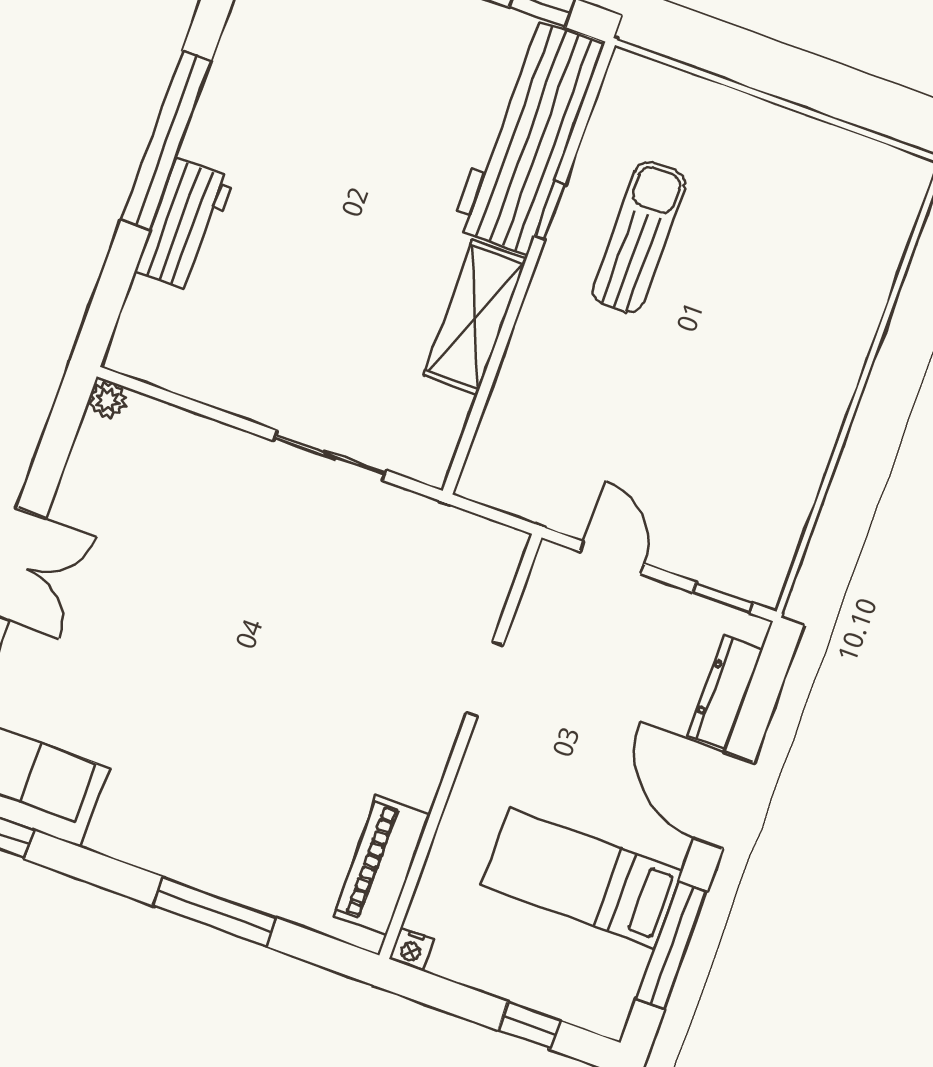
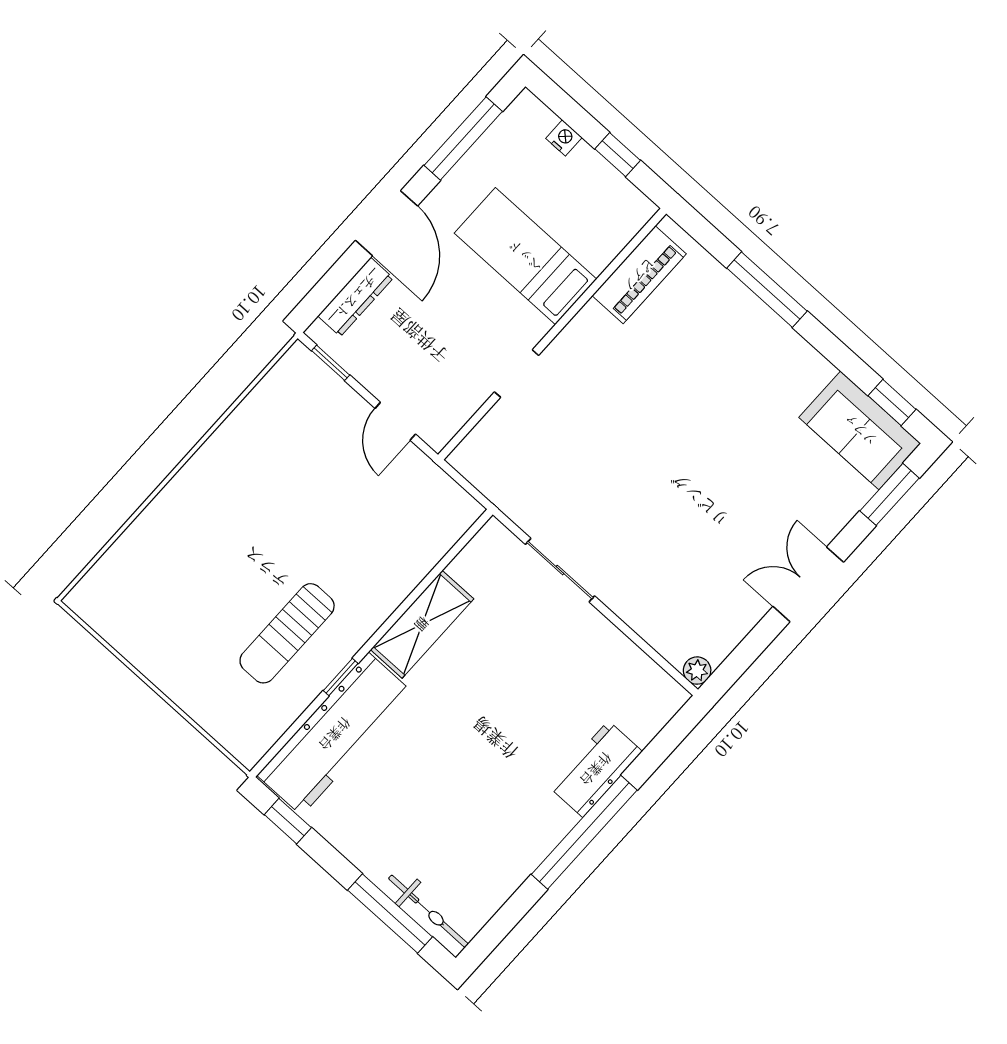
bed: (582, 878) -> (525, 256), moved, turned 180
nightstand: (412, 949) -> (564, 138), moved
window: (529, 1025) -> (618, 155), moved

